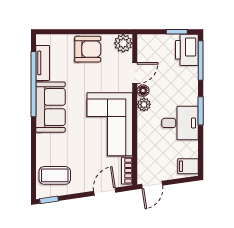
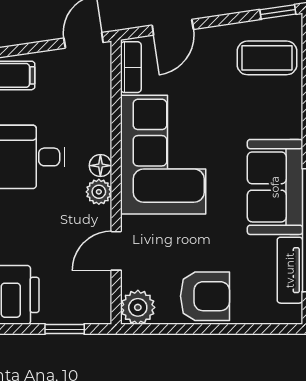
window: (177, 32) -> (65, 329), moved
armchair: (88, 49) -> (205, 296), turned 180
floor lamp: (143, 91) -> (100, 166), moved

